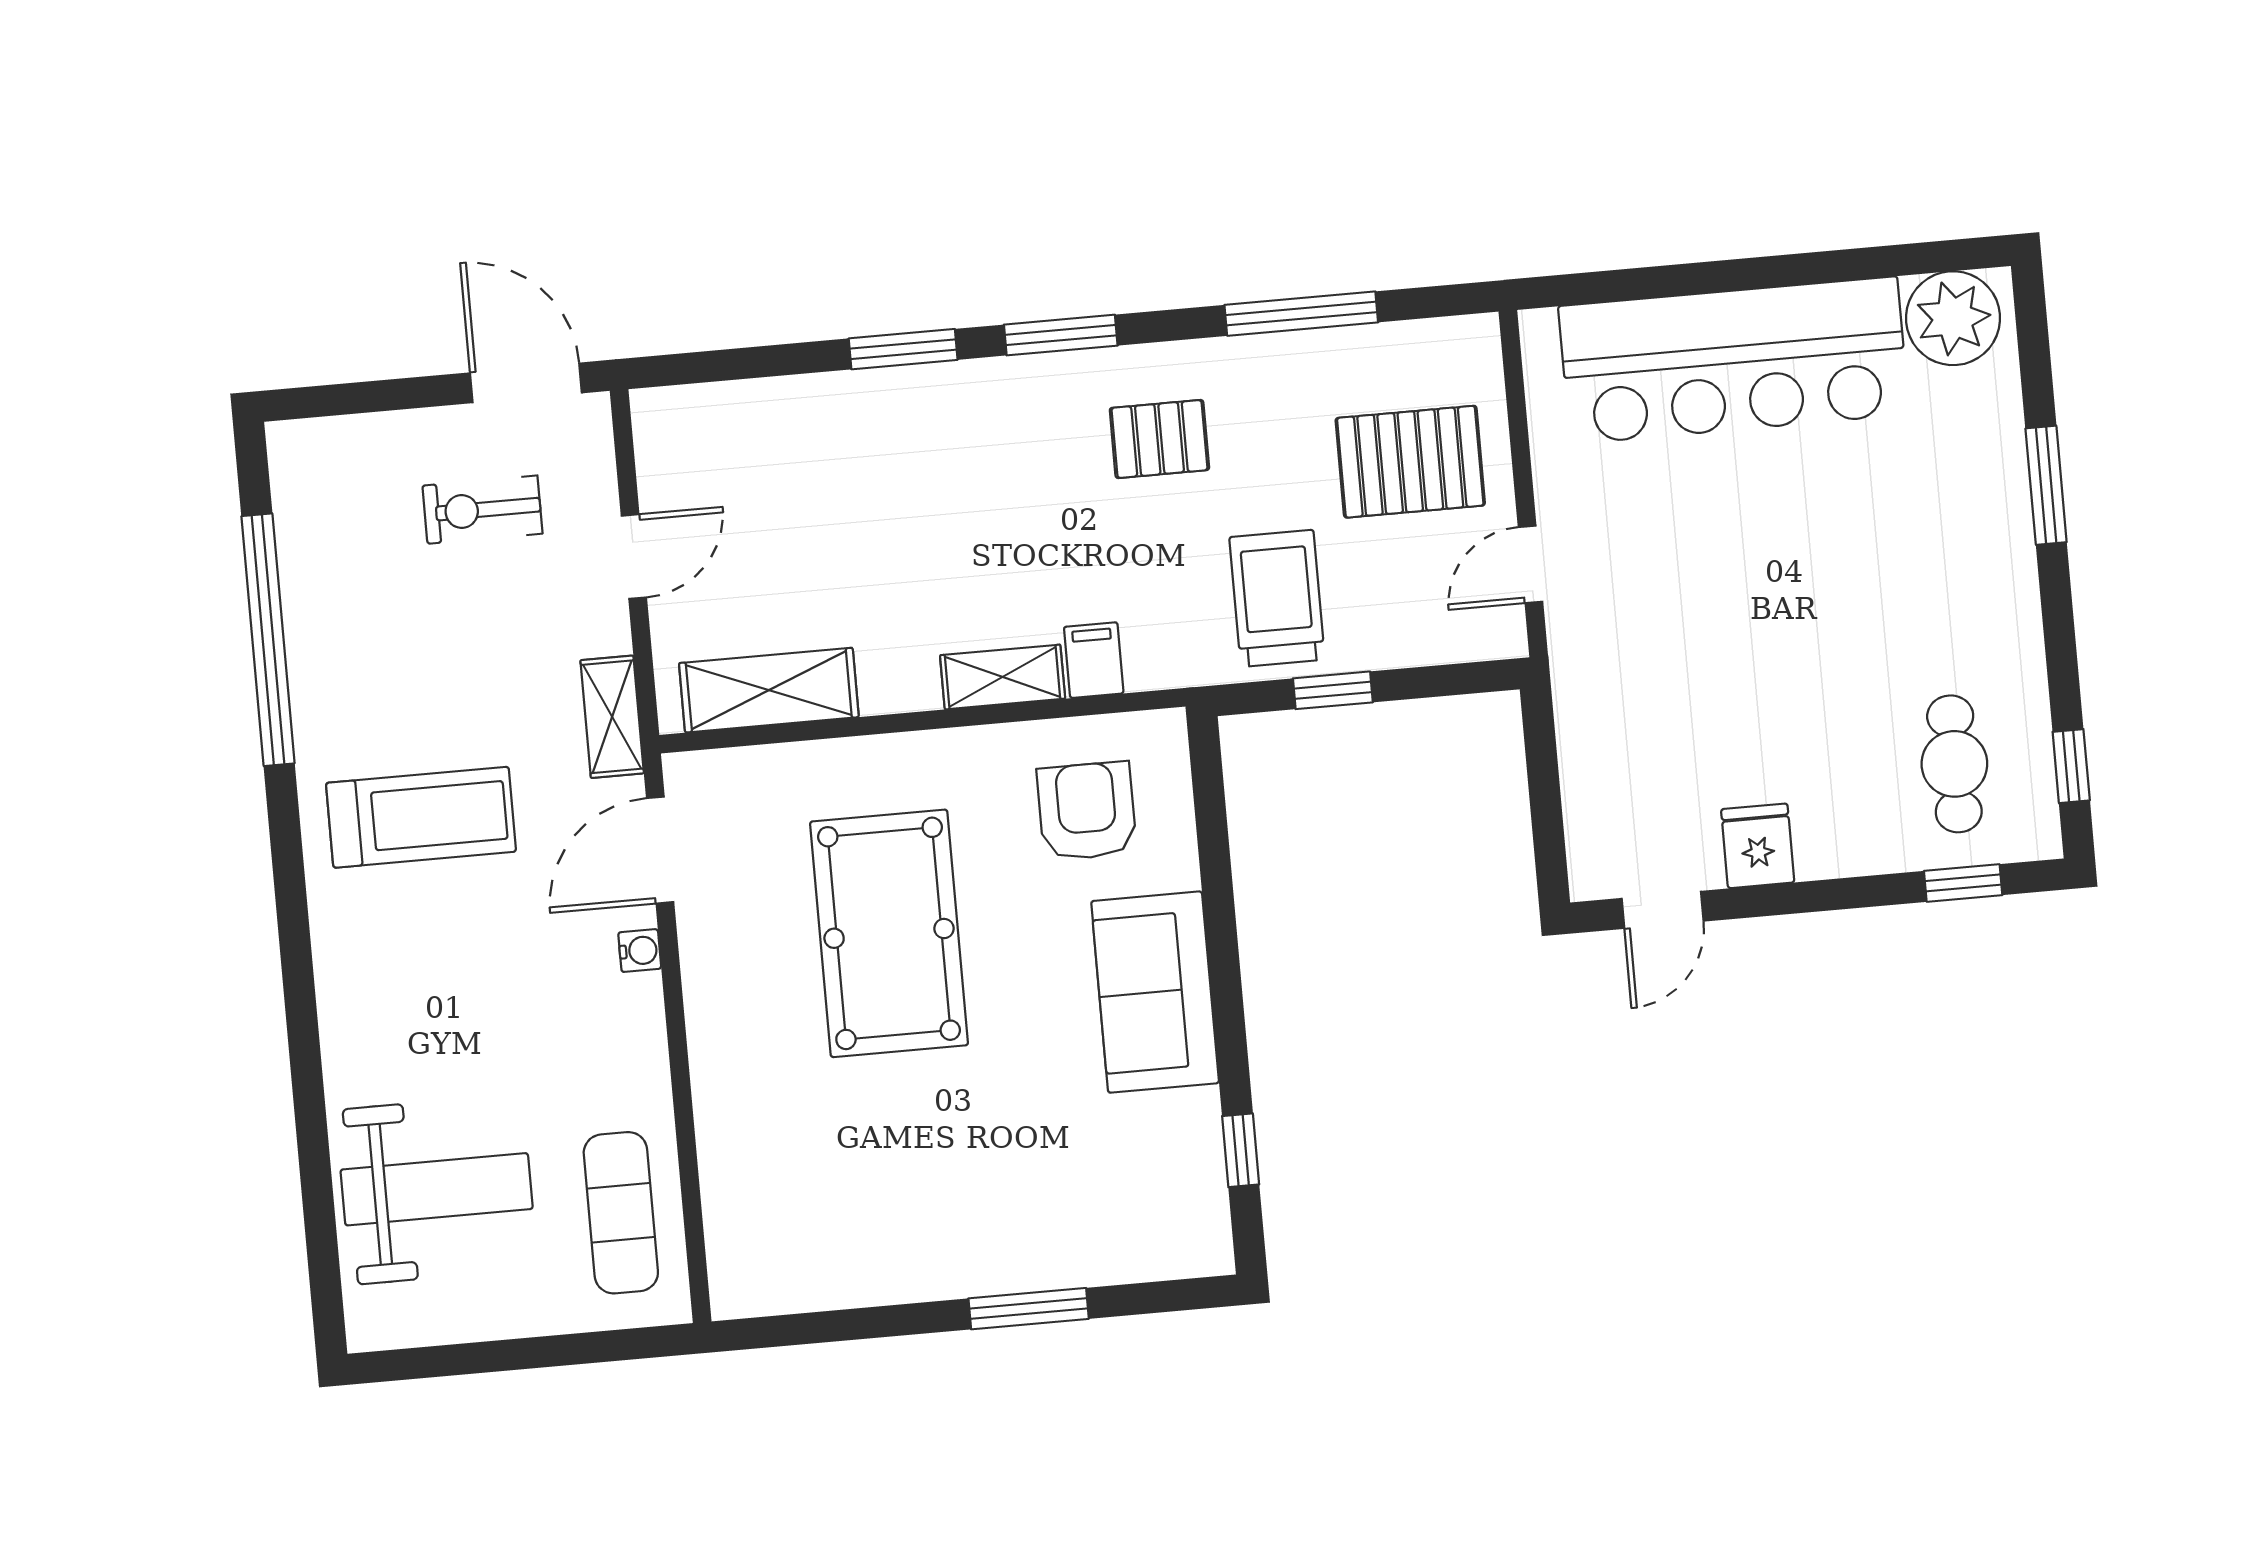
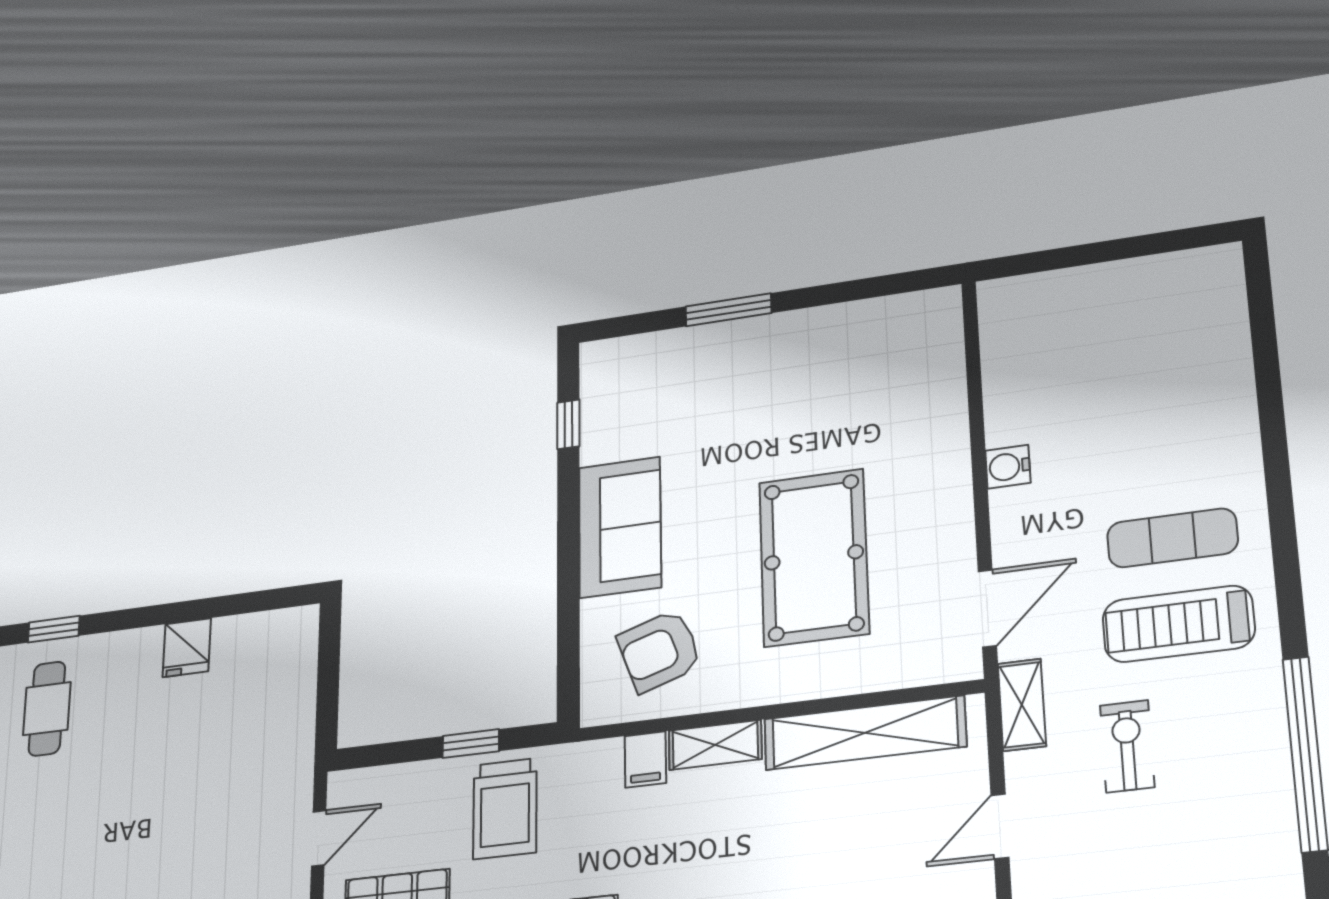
exercise bike: (482, 510) -> (1127, 746), moved, turned -90
shelving: (769, 690) -> (865, 733), width x1.47
armchair: (1087, 811) -> (659, 651), turned 71
door: (1663, 910) -> (257, 601), removed
water cooler: (640, 951) -> (1008, 467), moved, width x1.38, depth x1.38
weight bench: (437, 1189) -> (1170, 358), removed
exercise mat: (621, 1213) -> (1172, 538), moved, turned 90

